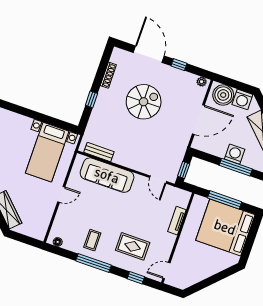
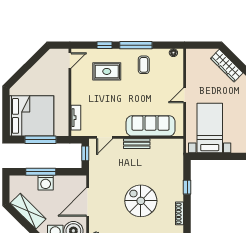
spiral stairs: (144, 102) -> (141, 201), turned 90
bench: (99, 152) -> (137, 144), moved
door: (158, 180) -> (105, 137), swing flipped
tv unit: (177, 221) -> (76, 118), moved
window: (136, 278) -> (105, 45), moved

